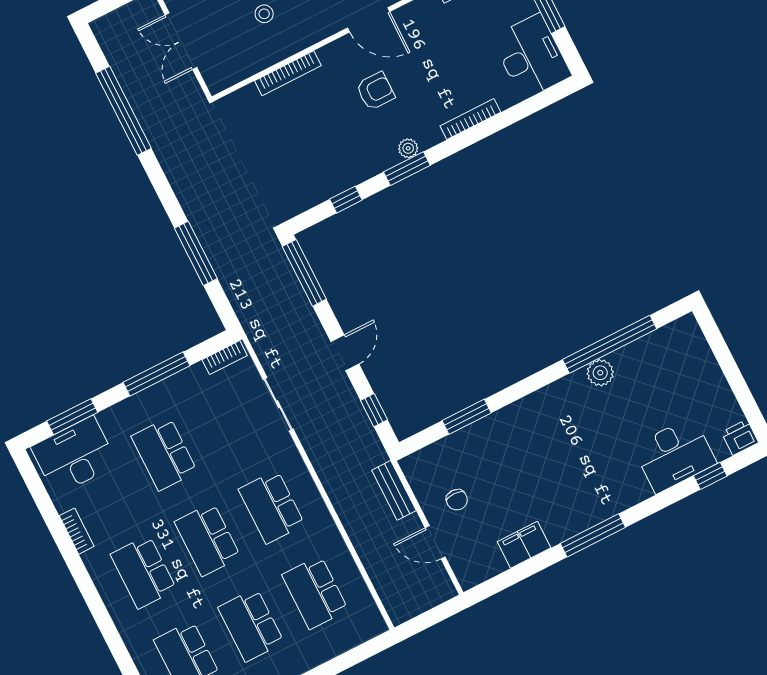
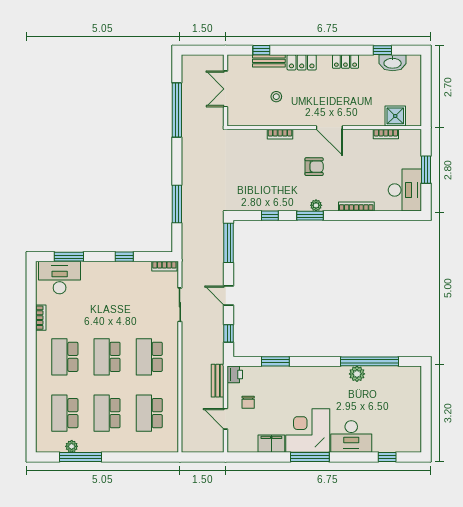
bookcase: (288, 73) -> (280, 134), width x0.64
door: (345, 353) -> (229, 296), swing flipped
window: (157, 374) -> (124, 257), width x0.46
printer: (740, 437) -> (235, 374), moved, turned 90
school desk: (164, 454) -> (107, 301), removed
desk: (674, 455) -> (351, 437), moved
corner desk: (569, 497) -> (308, 431), added

